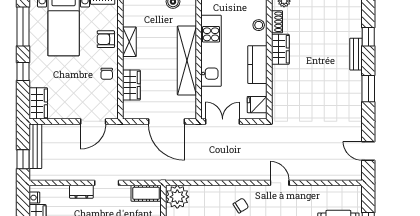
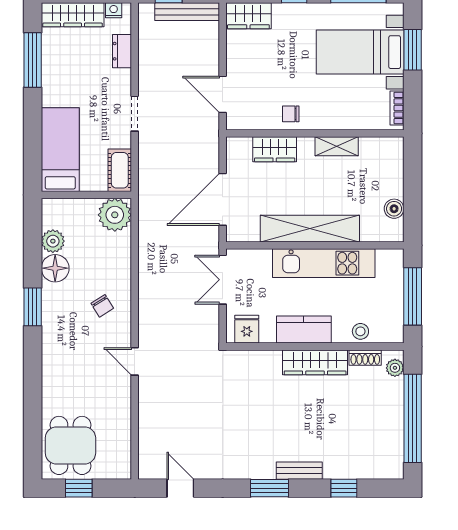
armchair: (106, 39) -> (340, 113), removed
wardrobe: (280, 49) -> (315, 362), width x1.50
bench: (356, 54) -> (299, 471), moved
double door: (223, 121) -> (223, 280), swing flipped
door: (368, 151) -> (180, 488), hinge flipped
door: (280, 183) -> (135, 361), swing flipped
dresser: (81, 192) -> (122, 51), moved

